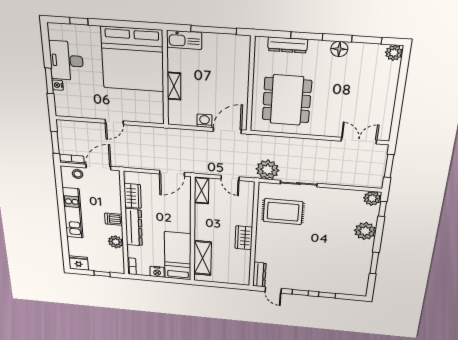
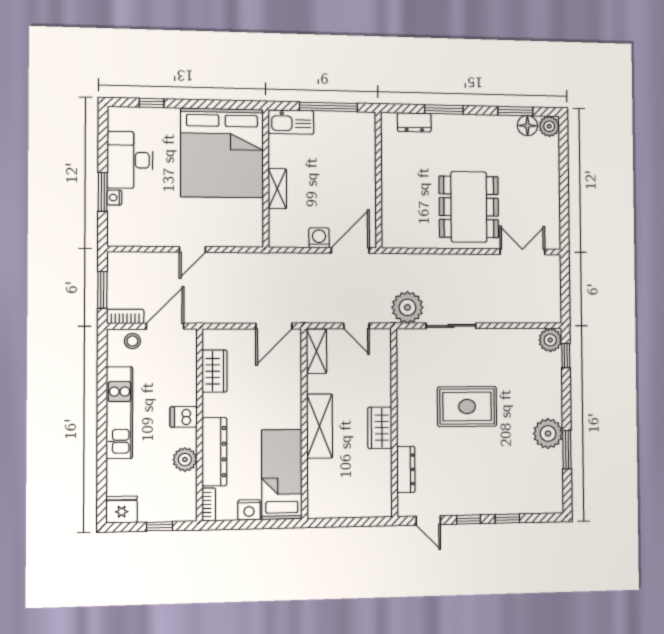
dresser: (288, 45) -> (414, 122), width x0.70
floor lamp: (339, 49) -> (527, 126), moved
dining table: (287, 100) -> (469, 207), moved
window: (389, 166) -> (565, 287), removed
rug: (283, 212) -> (467, 407), moved
dresser: (134, 227) -> (214, 452), moved
plant: (365, 231) -> (548, 433), moved
shelving: (203, 258) -> (320, 426), moved
dresser: (259, 274) -> (406, 469), moved

